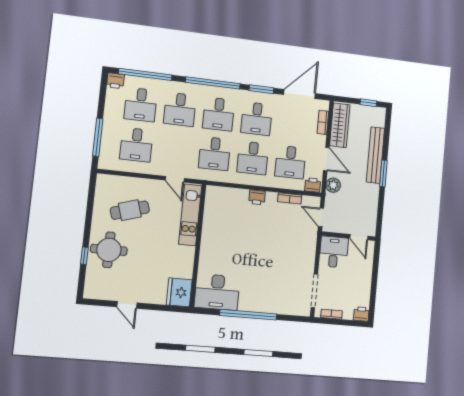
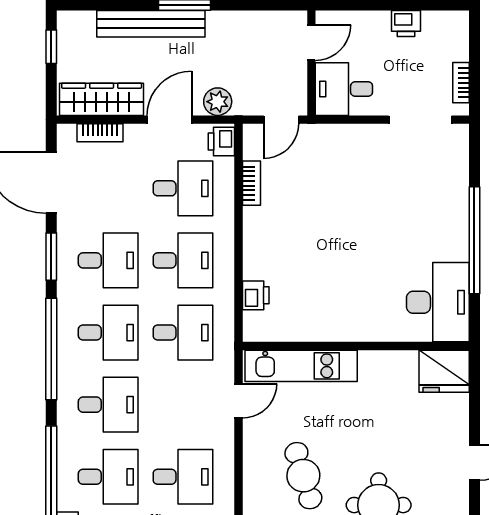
printer: (257, 197) -> (256, 295), moved
printer: (361, 314) -> (406, 23), moved, turned -90

